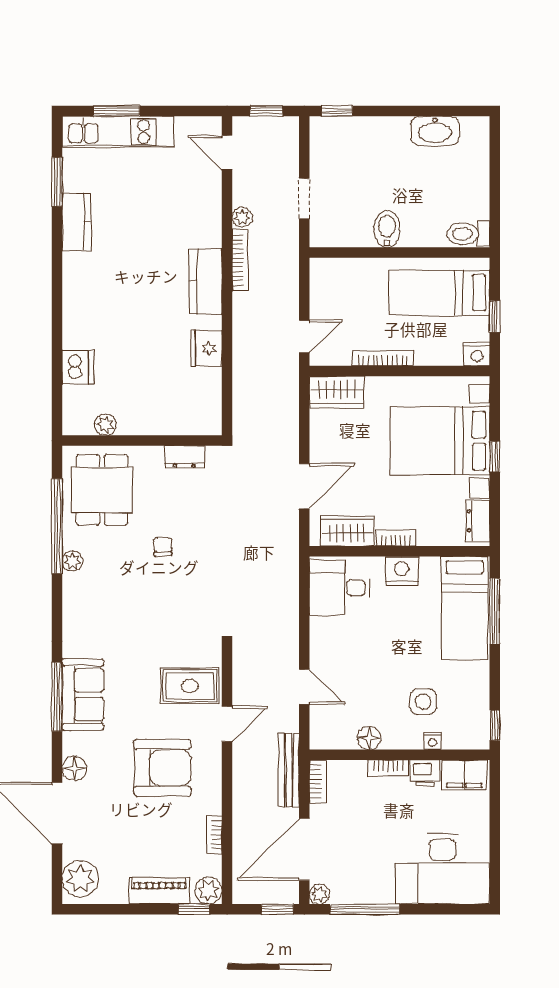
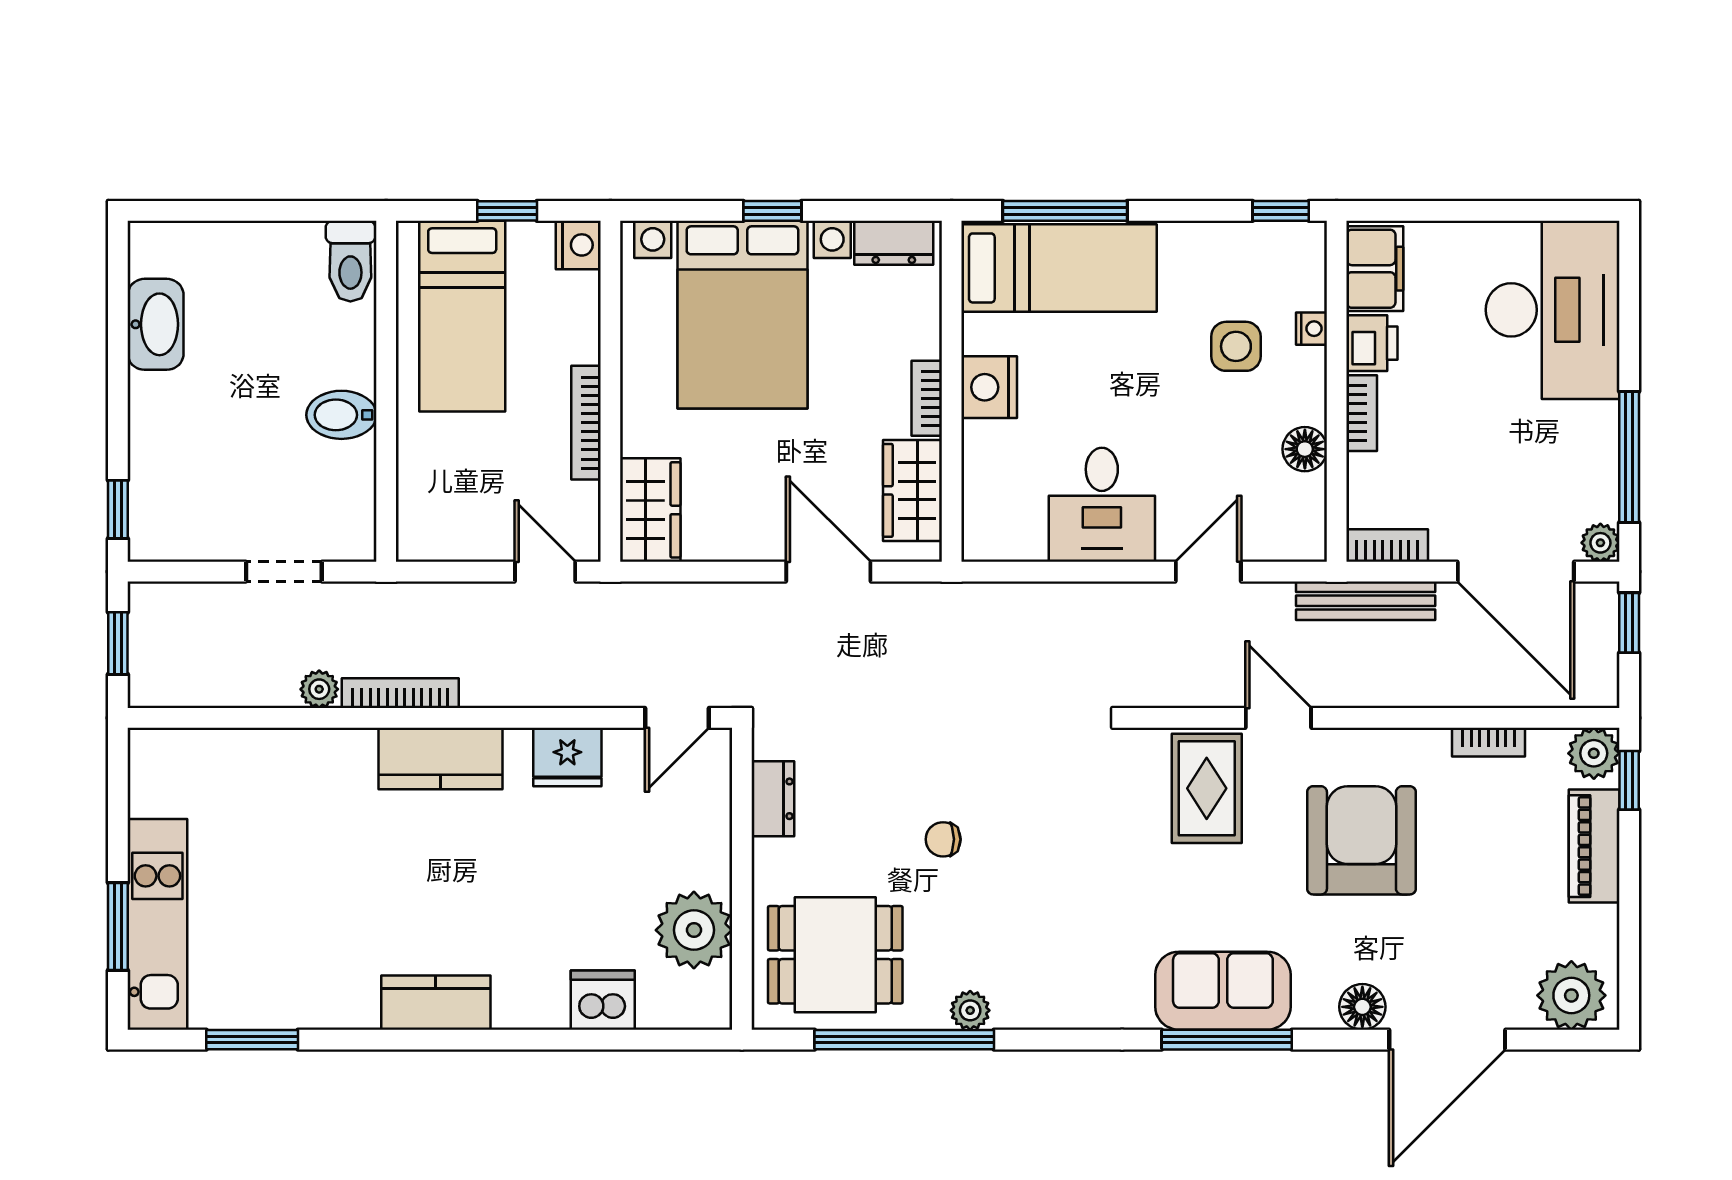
door: (227, 152) -> (677, 718), moved
kitchen counter: (77, 222) -> (436, 1003), moved
plant: (105, 425) -> (694, 930), width x1.88, depth x1.88
desk: (340, 588) -> (1102, 505), moved

